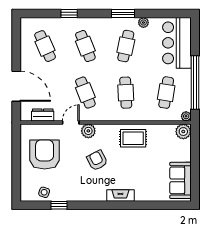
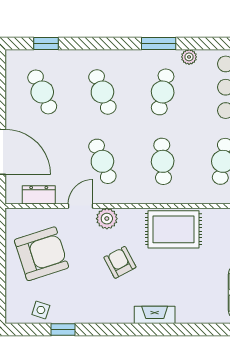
window: (69, 13) -> (46, 43), moved
rug: (133, 138) -> (174, 229), width x1.36, depth x1.43
armchair: (45, 155) -> (41, 254), turned 72

